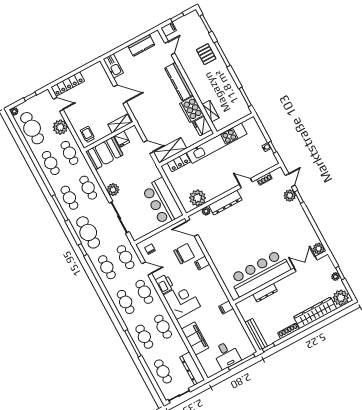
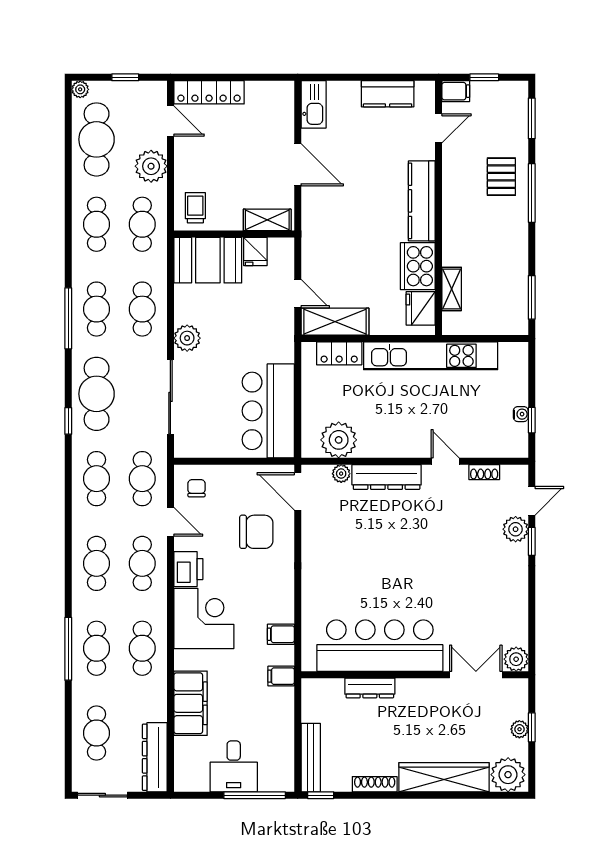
filing cabinet: (202, 263) -> (281, 634), moved

